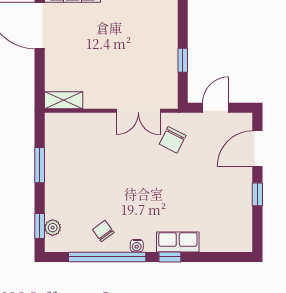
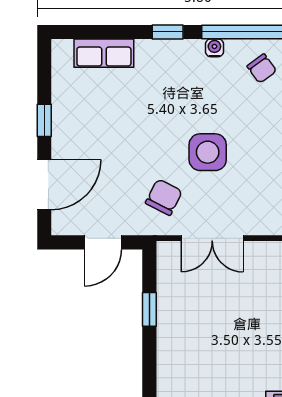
double door: (138, 111) -> (212, 238), swing flipped
side table: (142, 172) -> (208, 152), added
row of seats: (178, 242) -> (104, 53), moved

